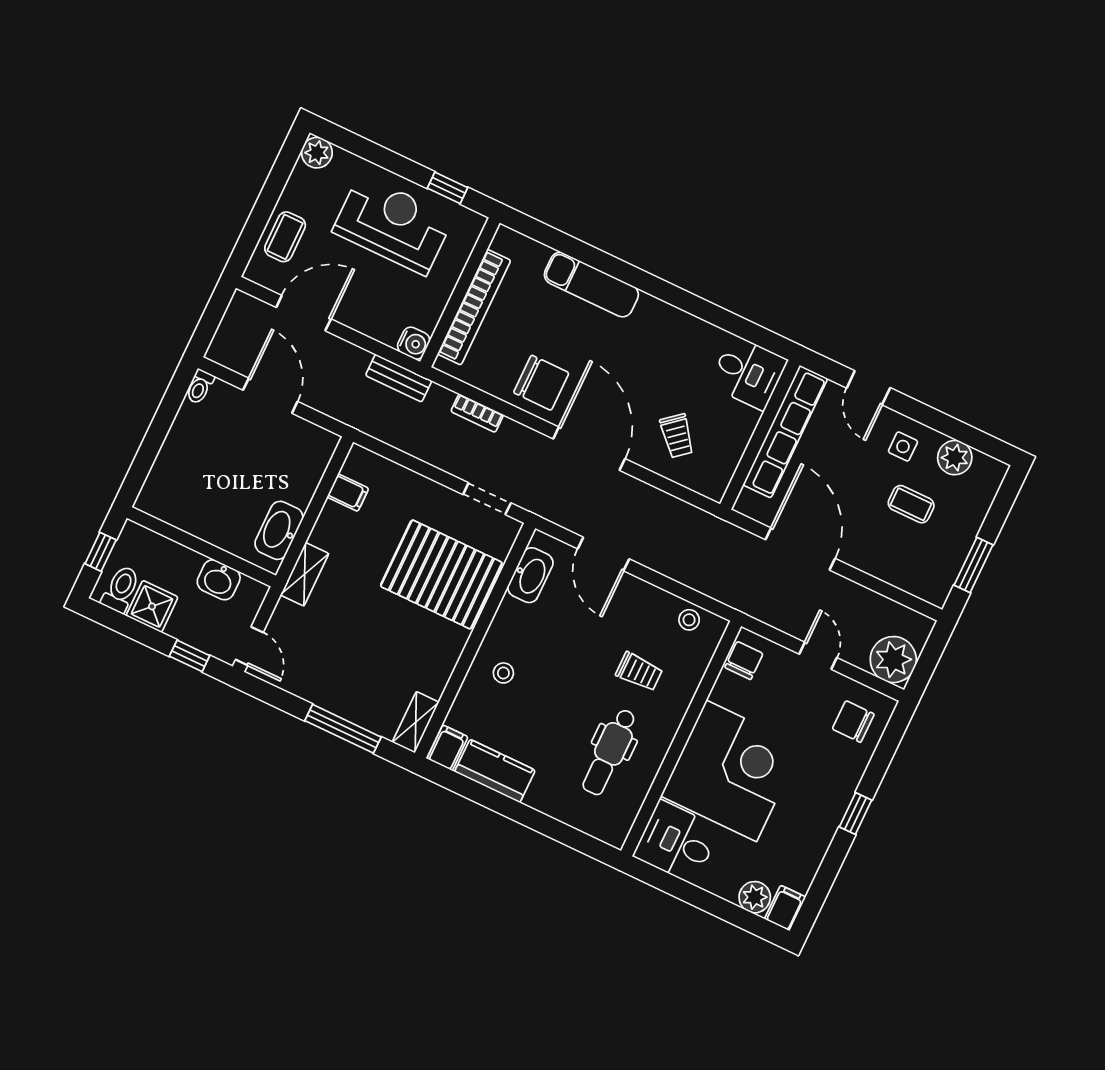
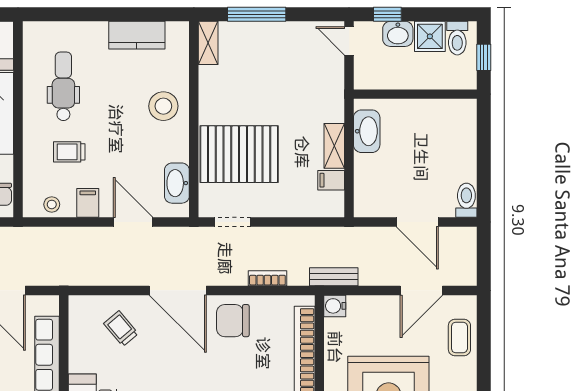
toilet: (200, 387) -> (466, 200), width x1.37, depth x1.39
shelving: (305, 574) -> (334, 146), moved
washbasin: (219, 580) -> (398, 34), moved, turned 180
stool: (503, 673) -> (163, 106), width x1.89, depth x1.89
filing cabinet: (448, 748) -> (88, 203), moved, turned 180

